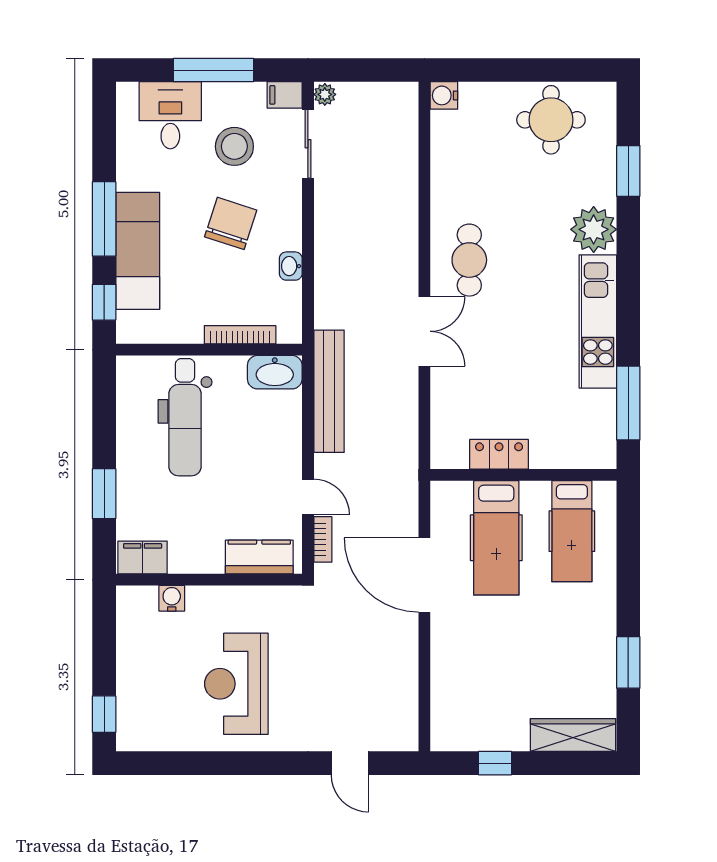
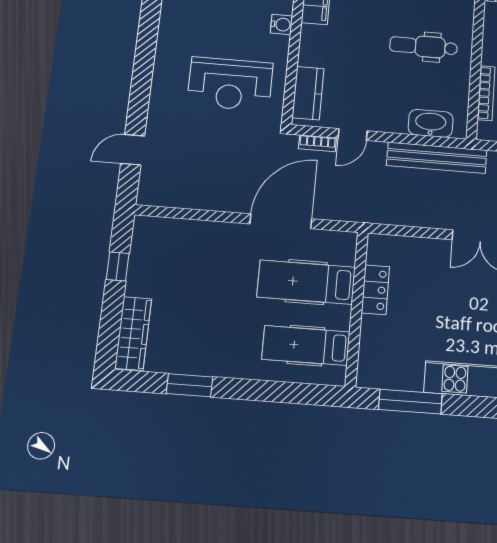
washbasin: (275, 372) -> (431, 123), moved, turned 90
dental chair: (185, 417) -> (424, 46), width x0.73, depth x0.72
reception desk: (236, 684) -> (230, 84), moved, turned 180

